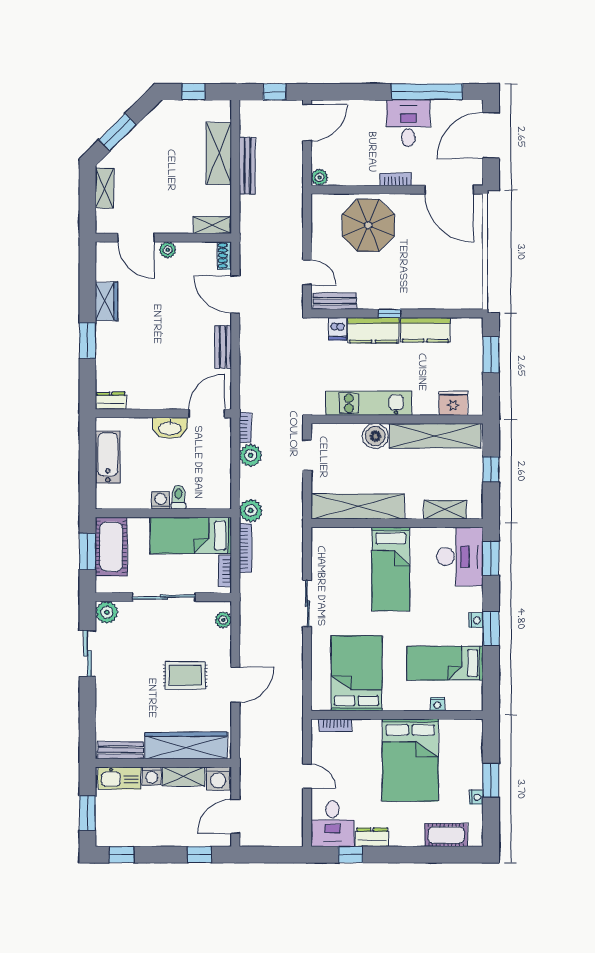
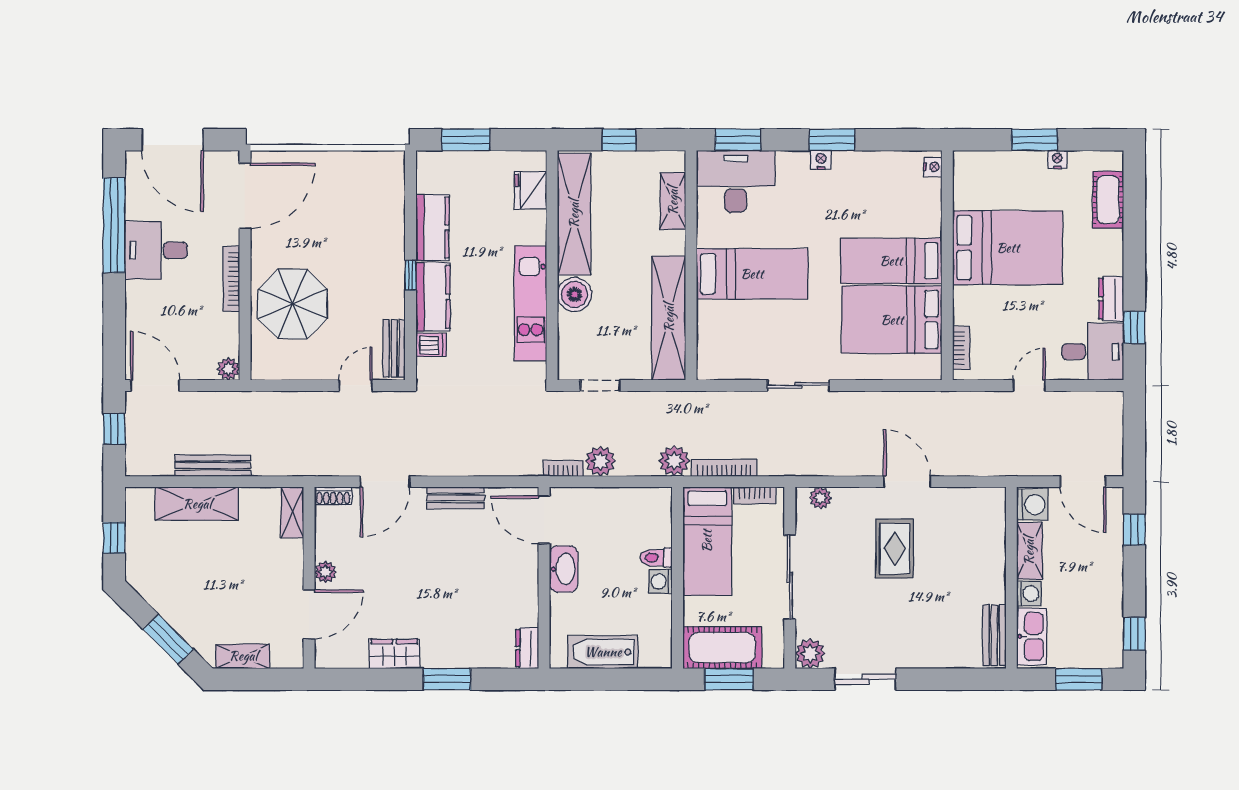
bookcase: (396, 179) -> (231, 279), width x1.56
bed: (445, 663) -> (891, 261), moved, turned 90
nightstand: (437, 704) -> (933, 167), moved
wardrobe: (186, 745) -> (988, 548), removed

